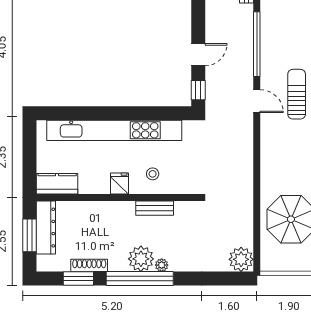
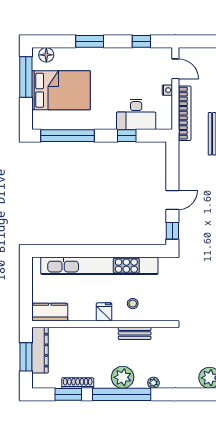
plant: (162, 265) -> (153, 383), moved

